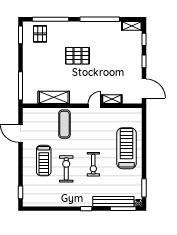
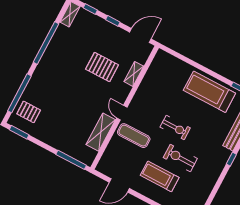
pallet: (77, 56) -> (102, 67), moved, turned 90
door: (94, 106) -> (122, 113), moved
treadmill: (127, 148) -> (209, 92), moved
treadmill: (44, 161) -> (160, 176), turned 180
exercise bike: (93, 164) -> (175, 128), moved

